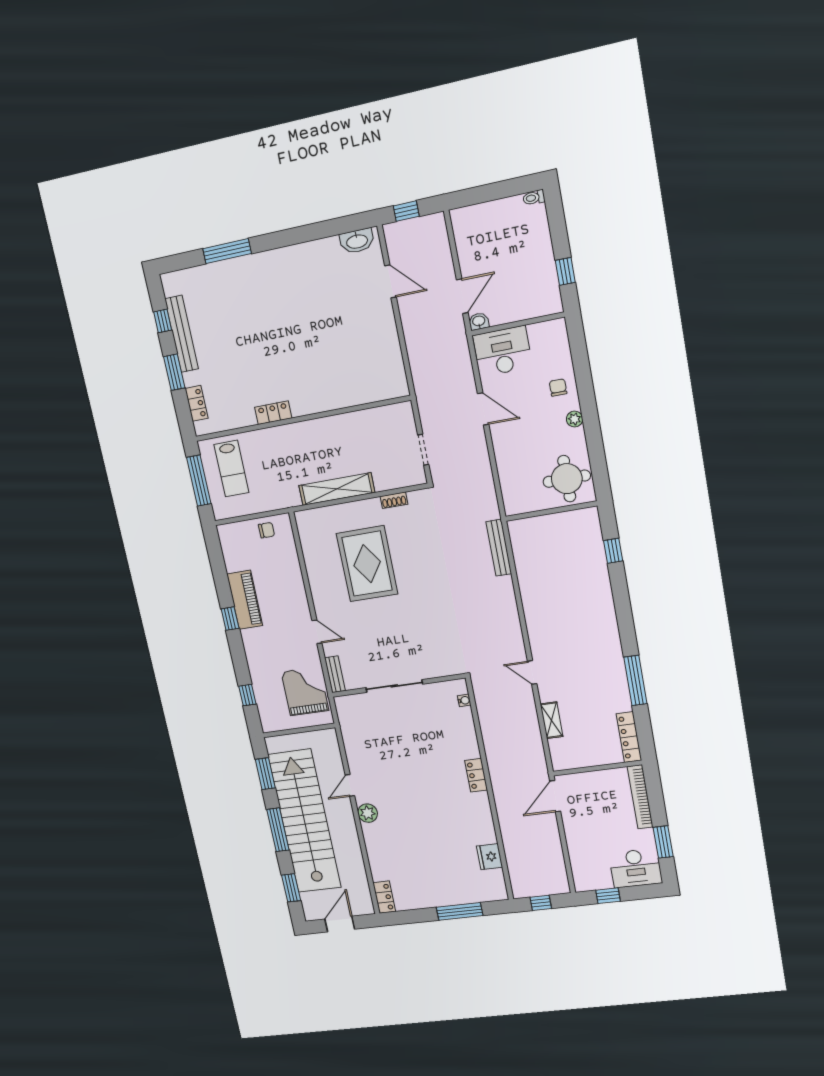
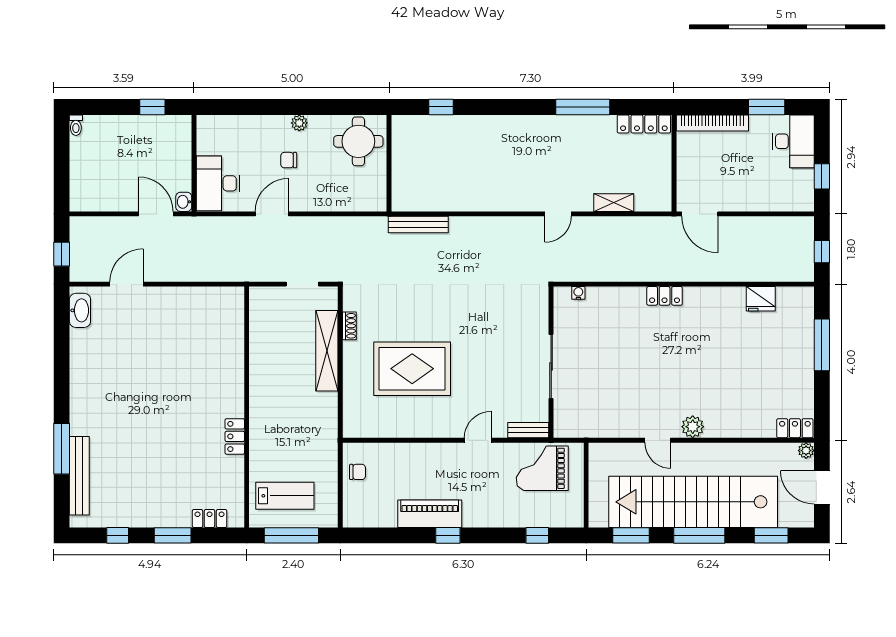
bench: (182, 334) -> (79, 476), moved, turned 90
chair: (558, 387) -> (289, 160), moved
shelving: (337, 489) -> (327, 351), moved
chair: (266, 530) -> (358, 472), turned 90
plant: (367, 908) -> (806, 451), added

